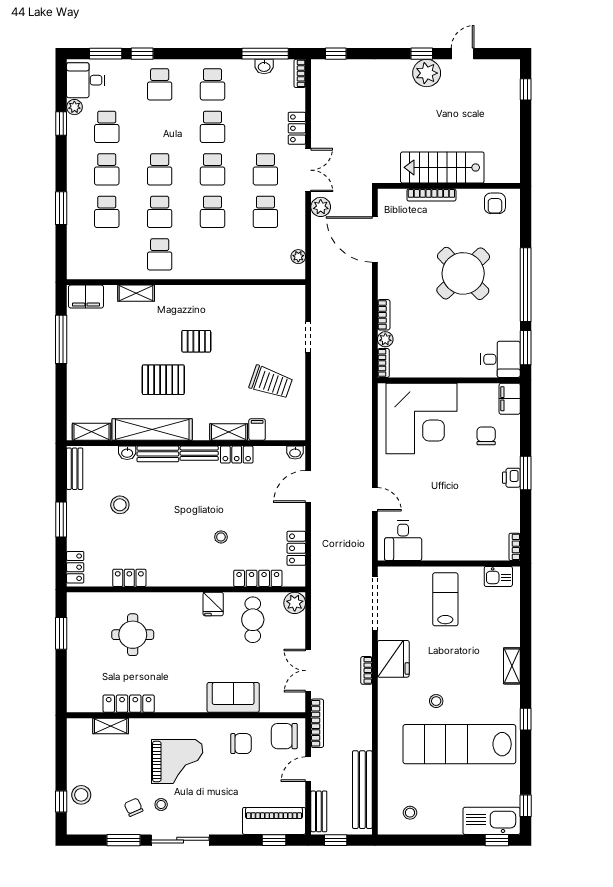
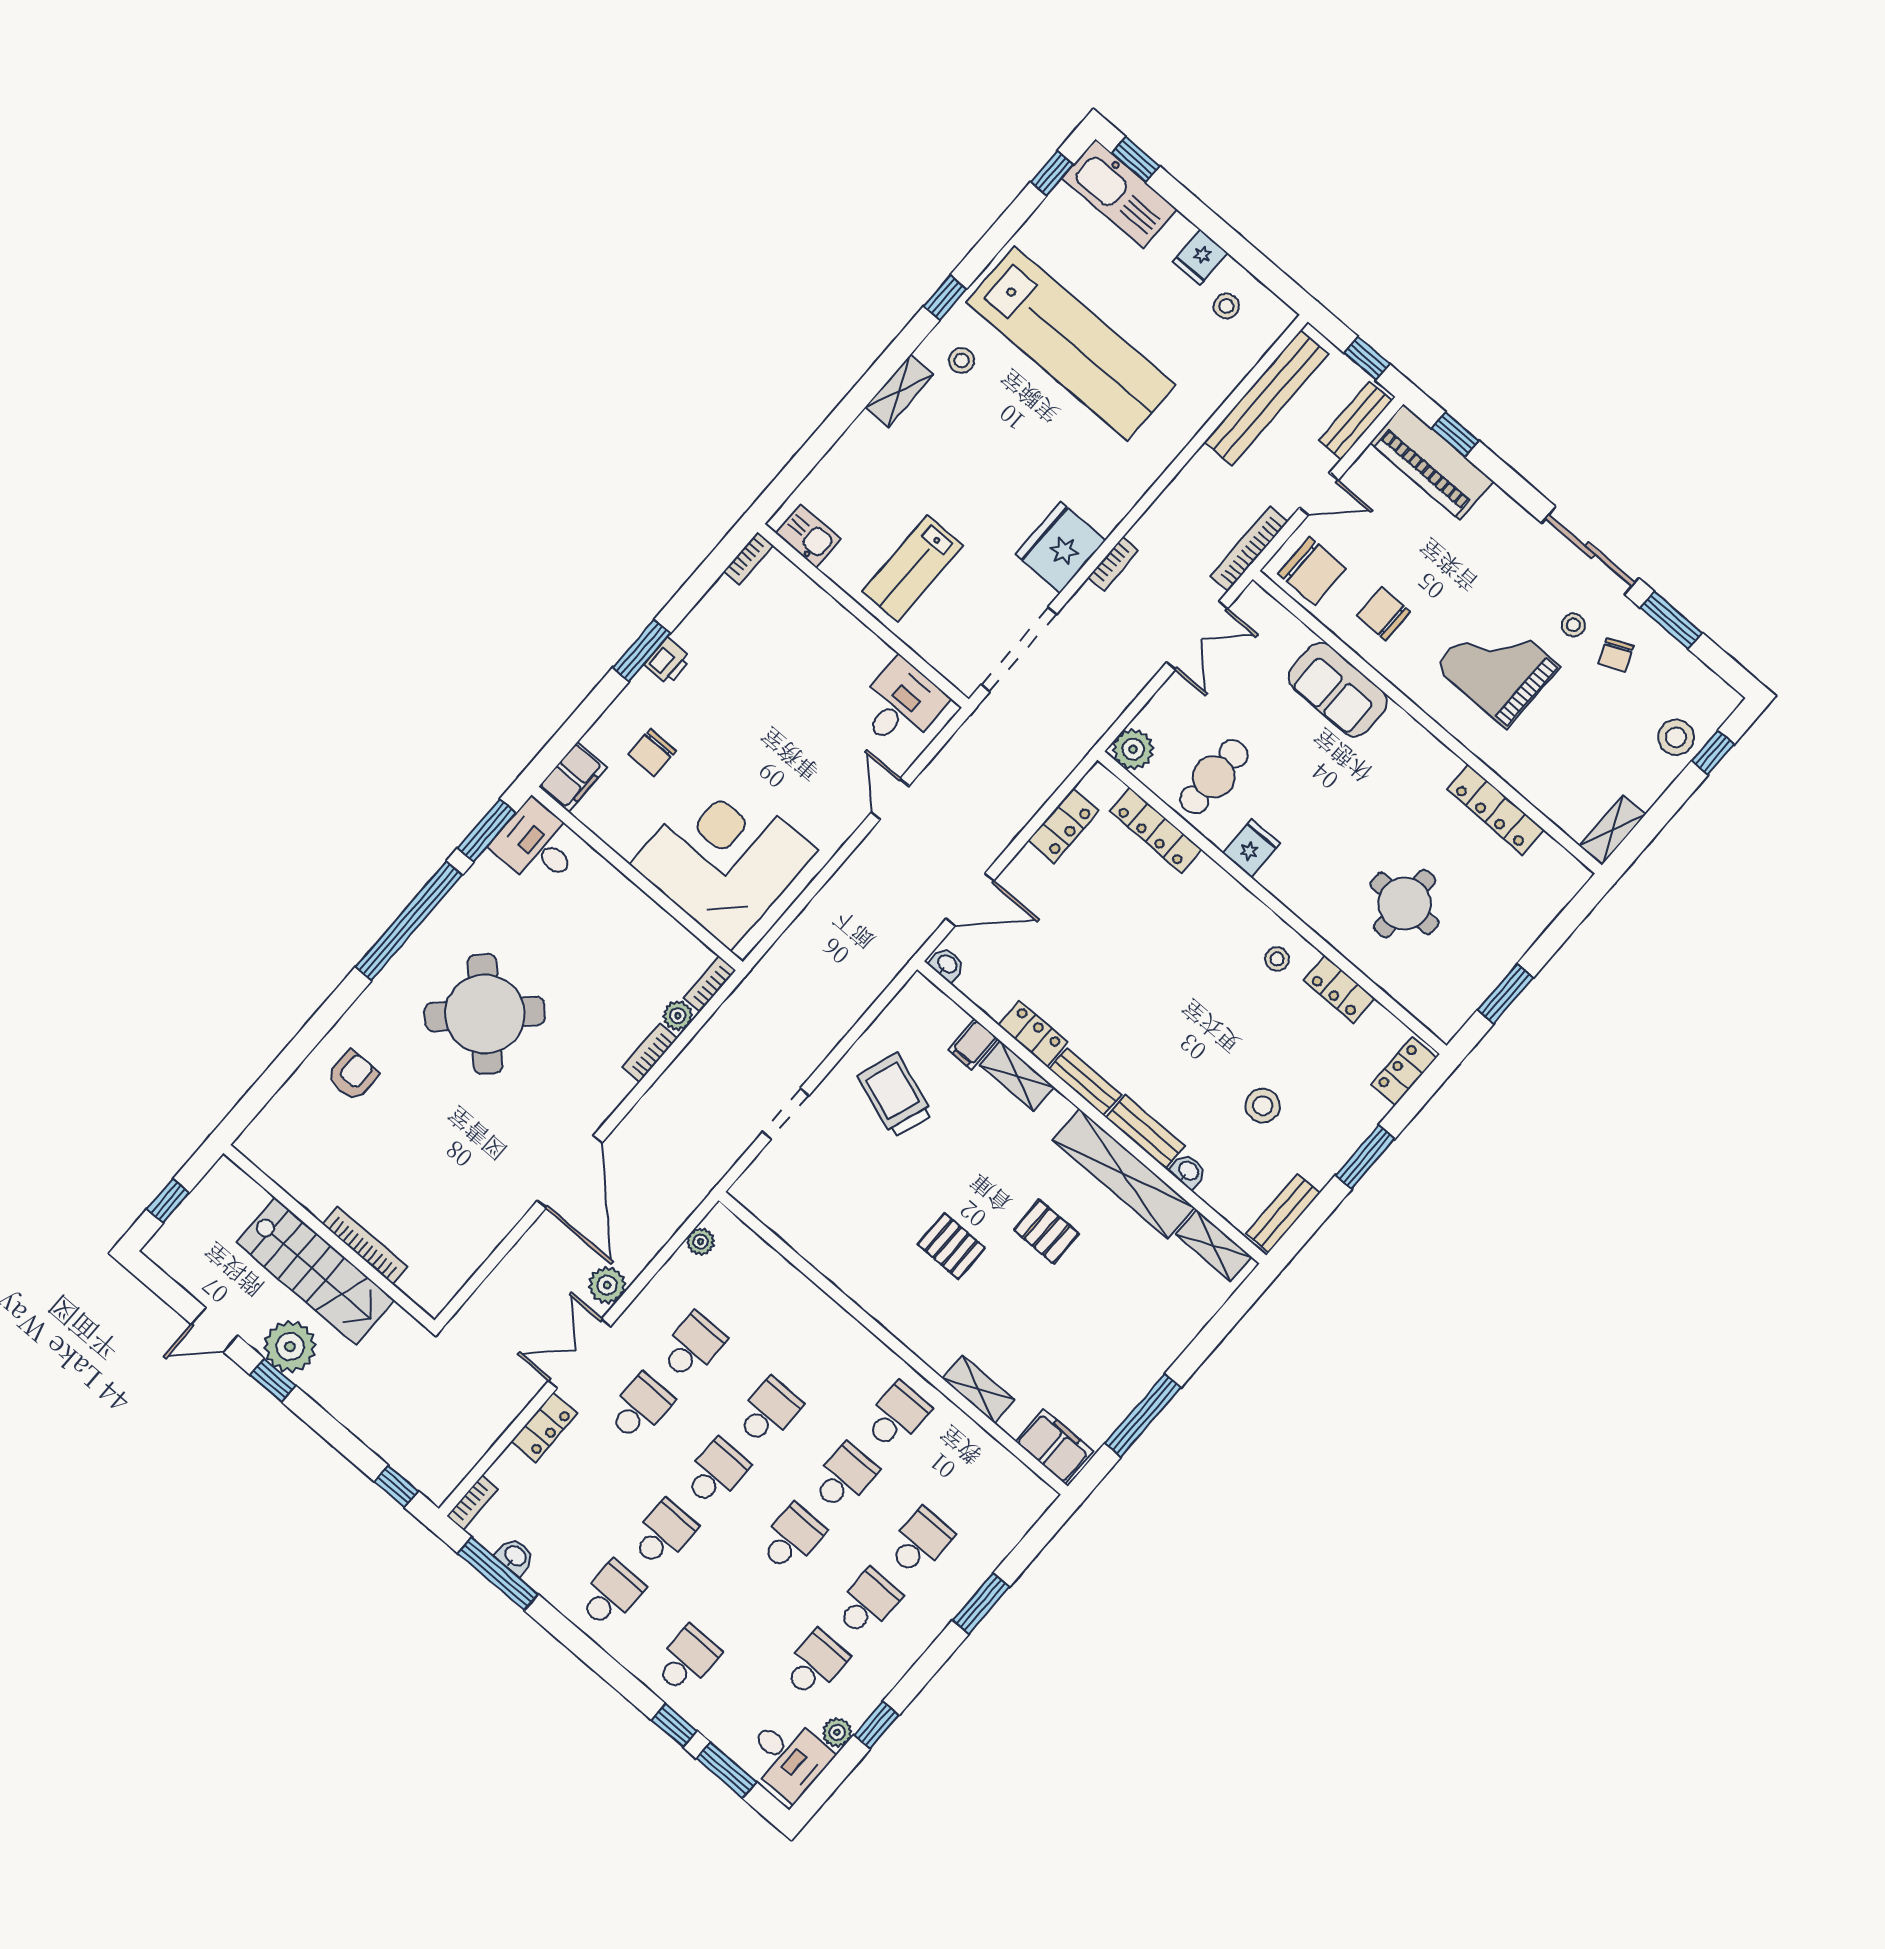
stairs: (442, 167) -> (316, 1271), moved
wall: (449, 186) -> (329, 1237), moved
bookcase: (431, 195) -> (365, 1245), moved
pallet: (163, 380) -> (1046, 1232), width x0.67, depth x0.71
stool: (221, 537) -> (1277, 959), moved
stool: (436, 701) -> (962, 360), moved
shelving: (111, 726) -> (1612, 830), moved, turned 90
fridge: (437, 823) -> (1200, 257), added

